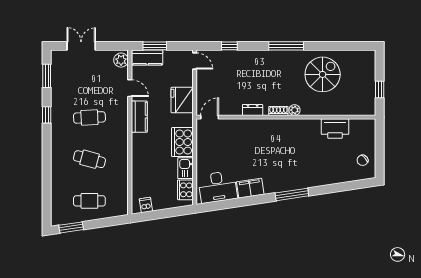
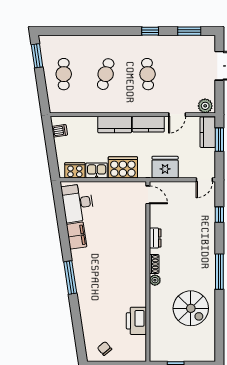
kitchen counter: (140, 150) -> (115, 125), added

